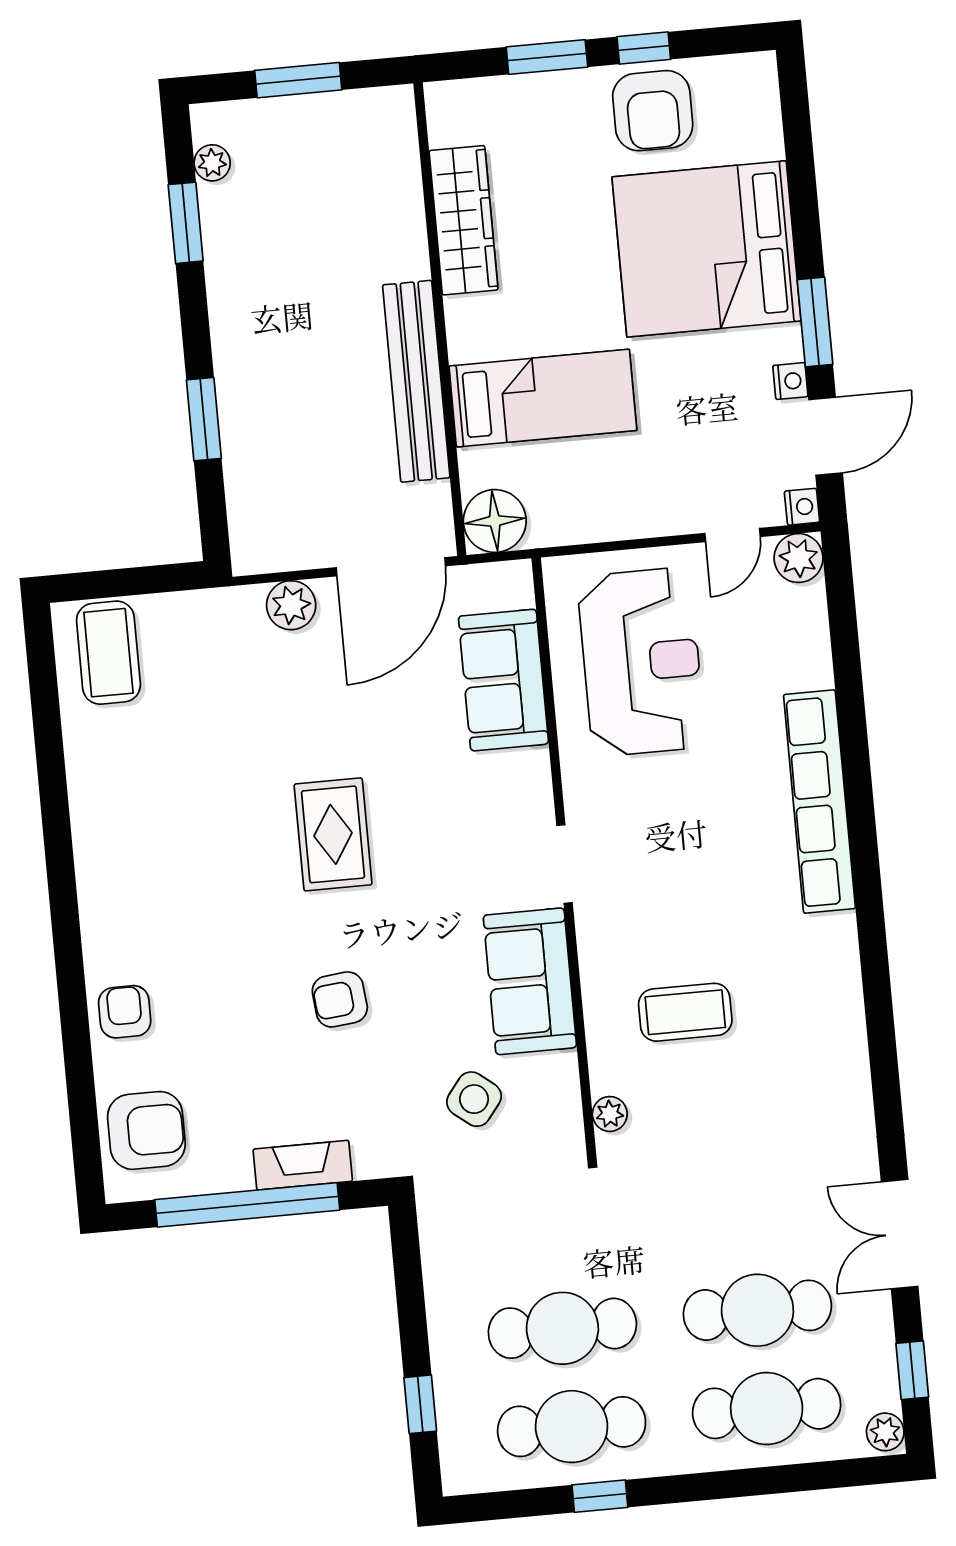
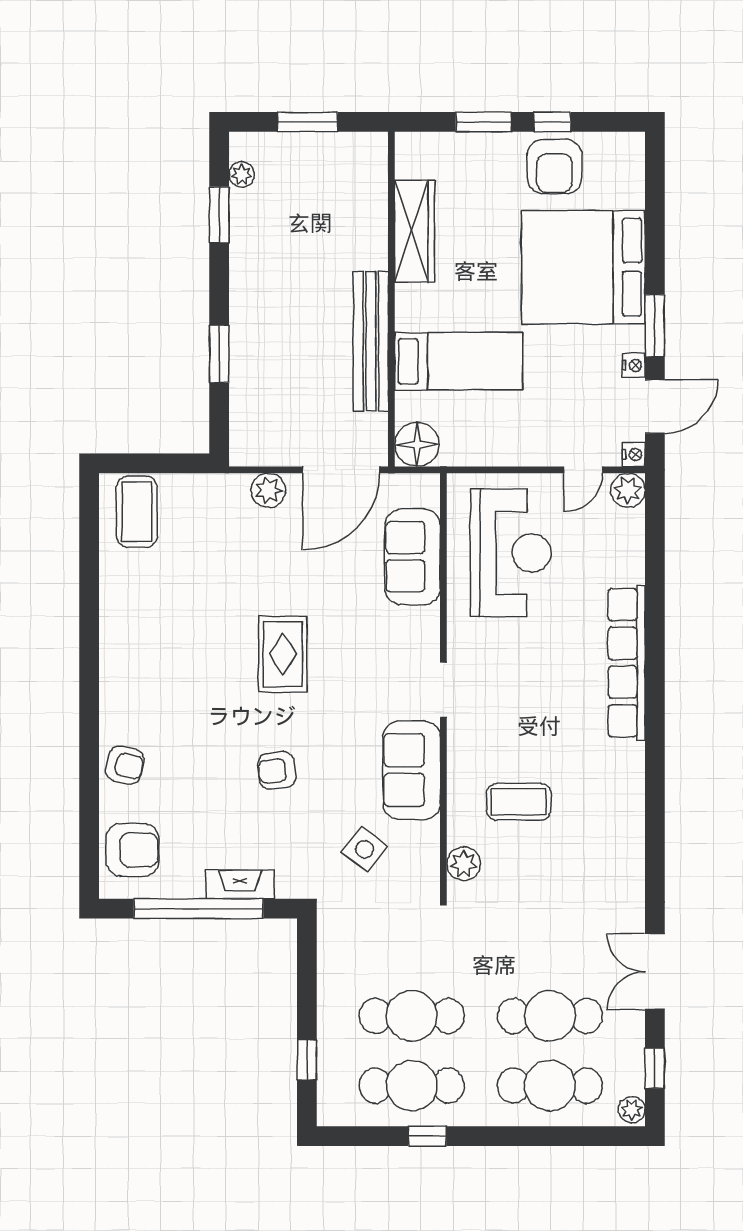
armchair: (125, 1012) -> (125, 765), turned 103
plant: (610, 1114) -> (464, 864), width x1.38, depth x1.38

